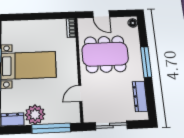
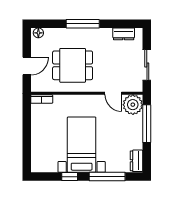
dining table: (105, 54) -> (73, 65), width x0.73
dresser: (140, 96) -> (124, 34), width x0.70
plant: (35, 115) -> (133, 105), moved

